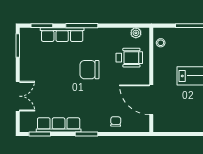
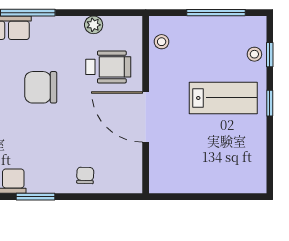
plant: (136, 33) -> (94, 25), moved
door: (151, 100) -> (146, 117), moved

